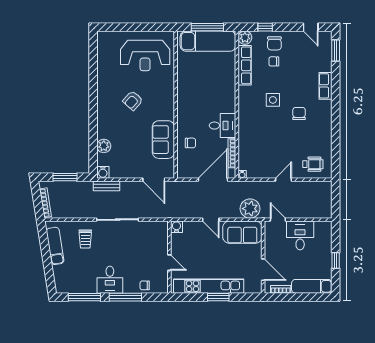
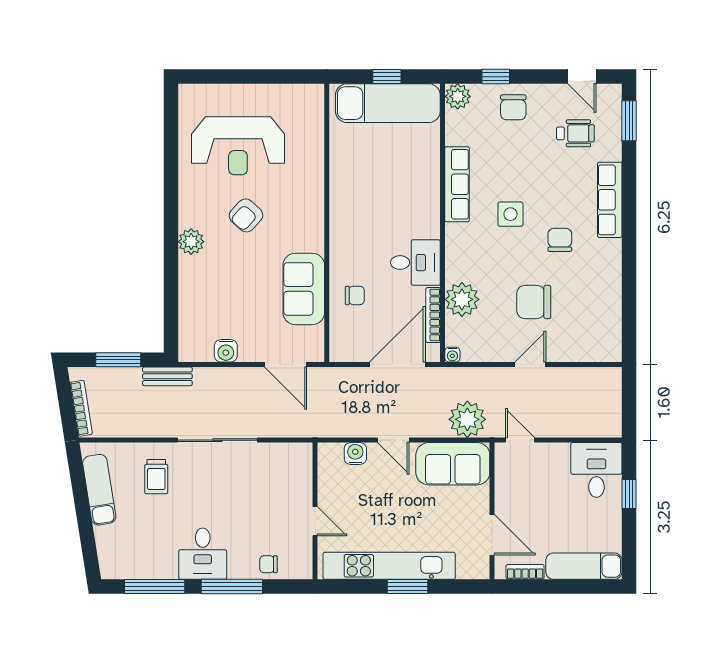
window: (207, 27) -> (387, 77), width x0.46
reception desk: (145, 55) -> (238, 146), moved
chair: (274, 61) -> (534, 302), moved, width x1.87, depth x1.87
row of seats: (245, 65) -> (457, 184), moved
row of seats: (325, 86) -> (610, 200), width x1.48
plant: (247, 145) -> (462, 299), added
plant: (104, 146) -> (191, 242), moved
wheelchair: (313, 164) -> (575, 133), moved
water cooler: (103, 172) -> (226, 351), moved
bench: (106, 186) -> (167, 376), moved
water cooler: (176, 227) -> (355, 454), moved
desk: (300, 235) -> (596, 470), moved
window: (336, 260) -> (629, 494), moved

